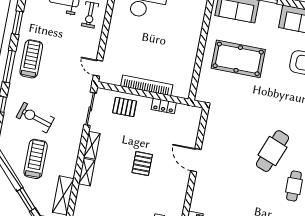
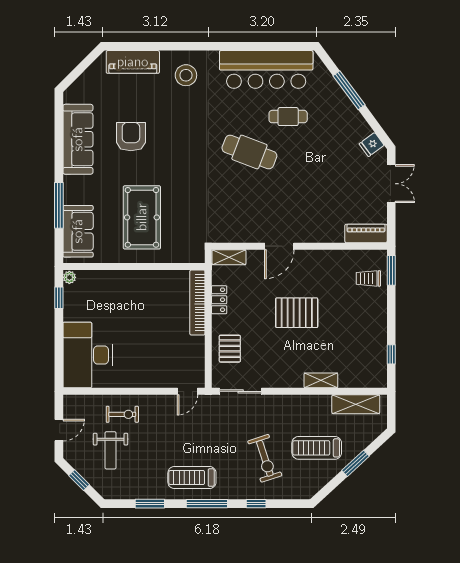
bookcase: (147, 85) -> (197, 303), moved
exercise bike: (35, 118) -> (265, 458), turned -35
shelving: (92, 145) -> (229, 257), moved
pallet: (142, 164) -> (297, 313), width x1.50, depth x1.42
window: (26, 200) -> (355, 463), moved

